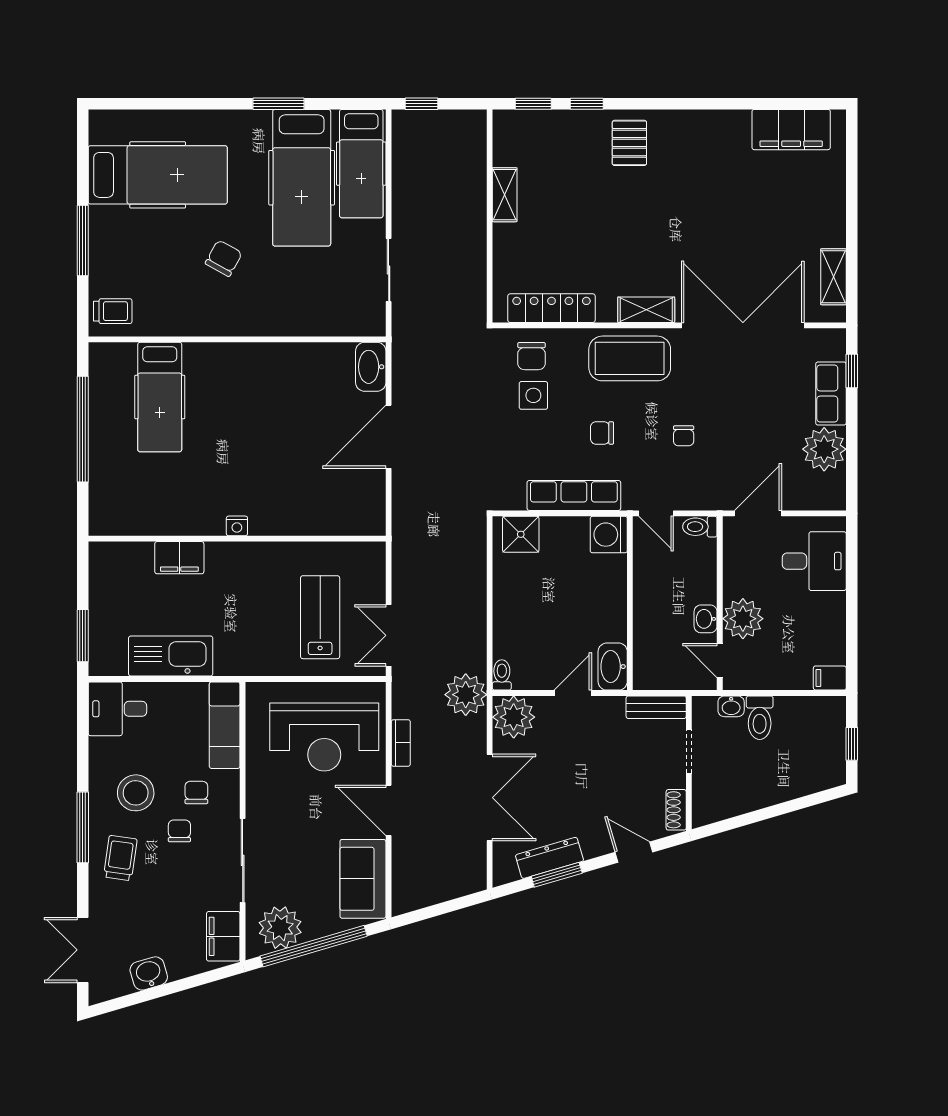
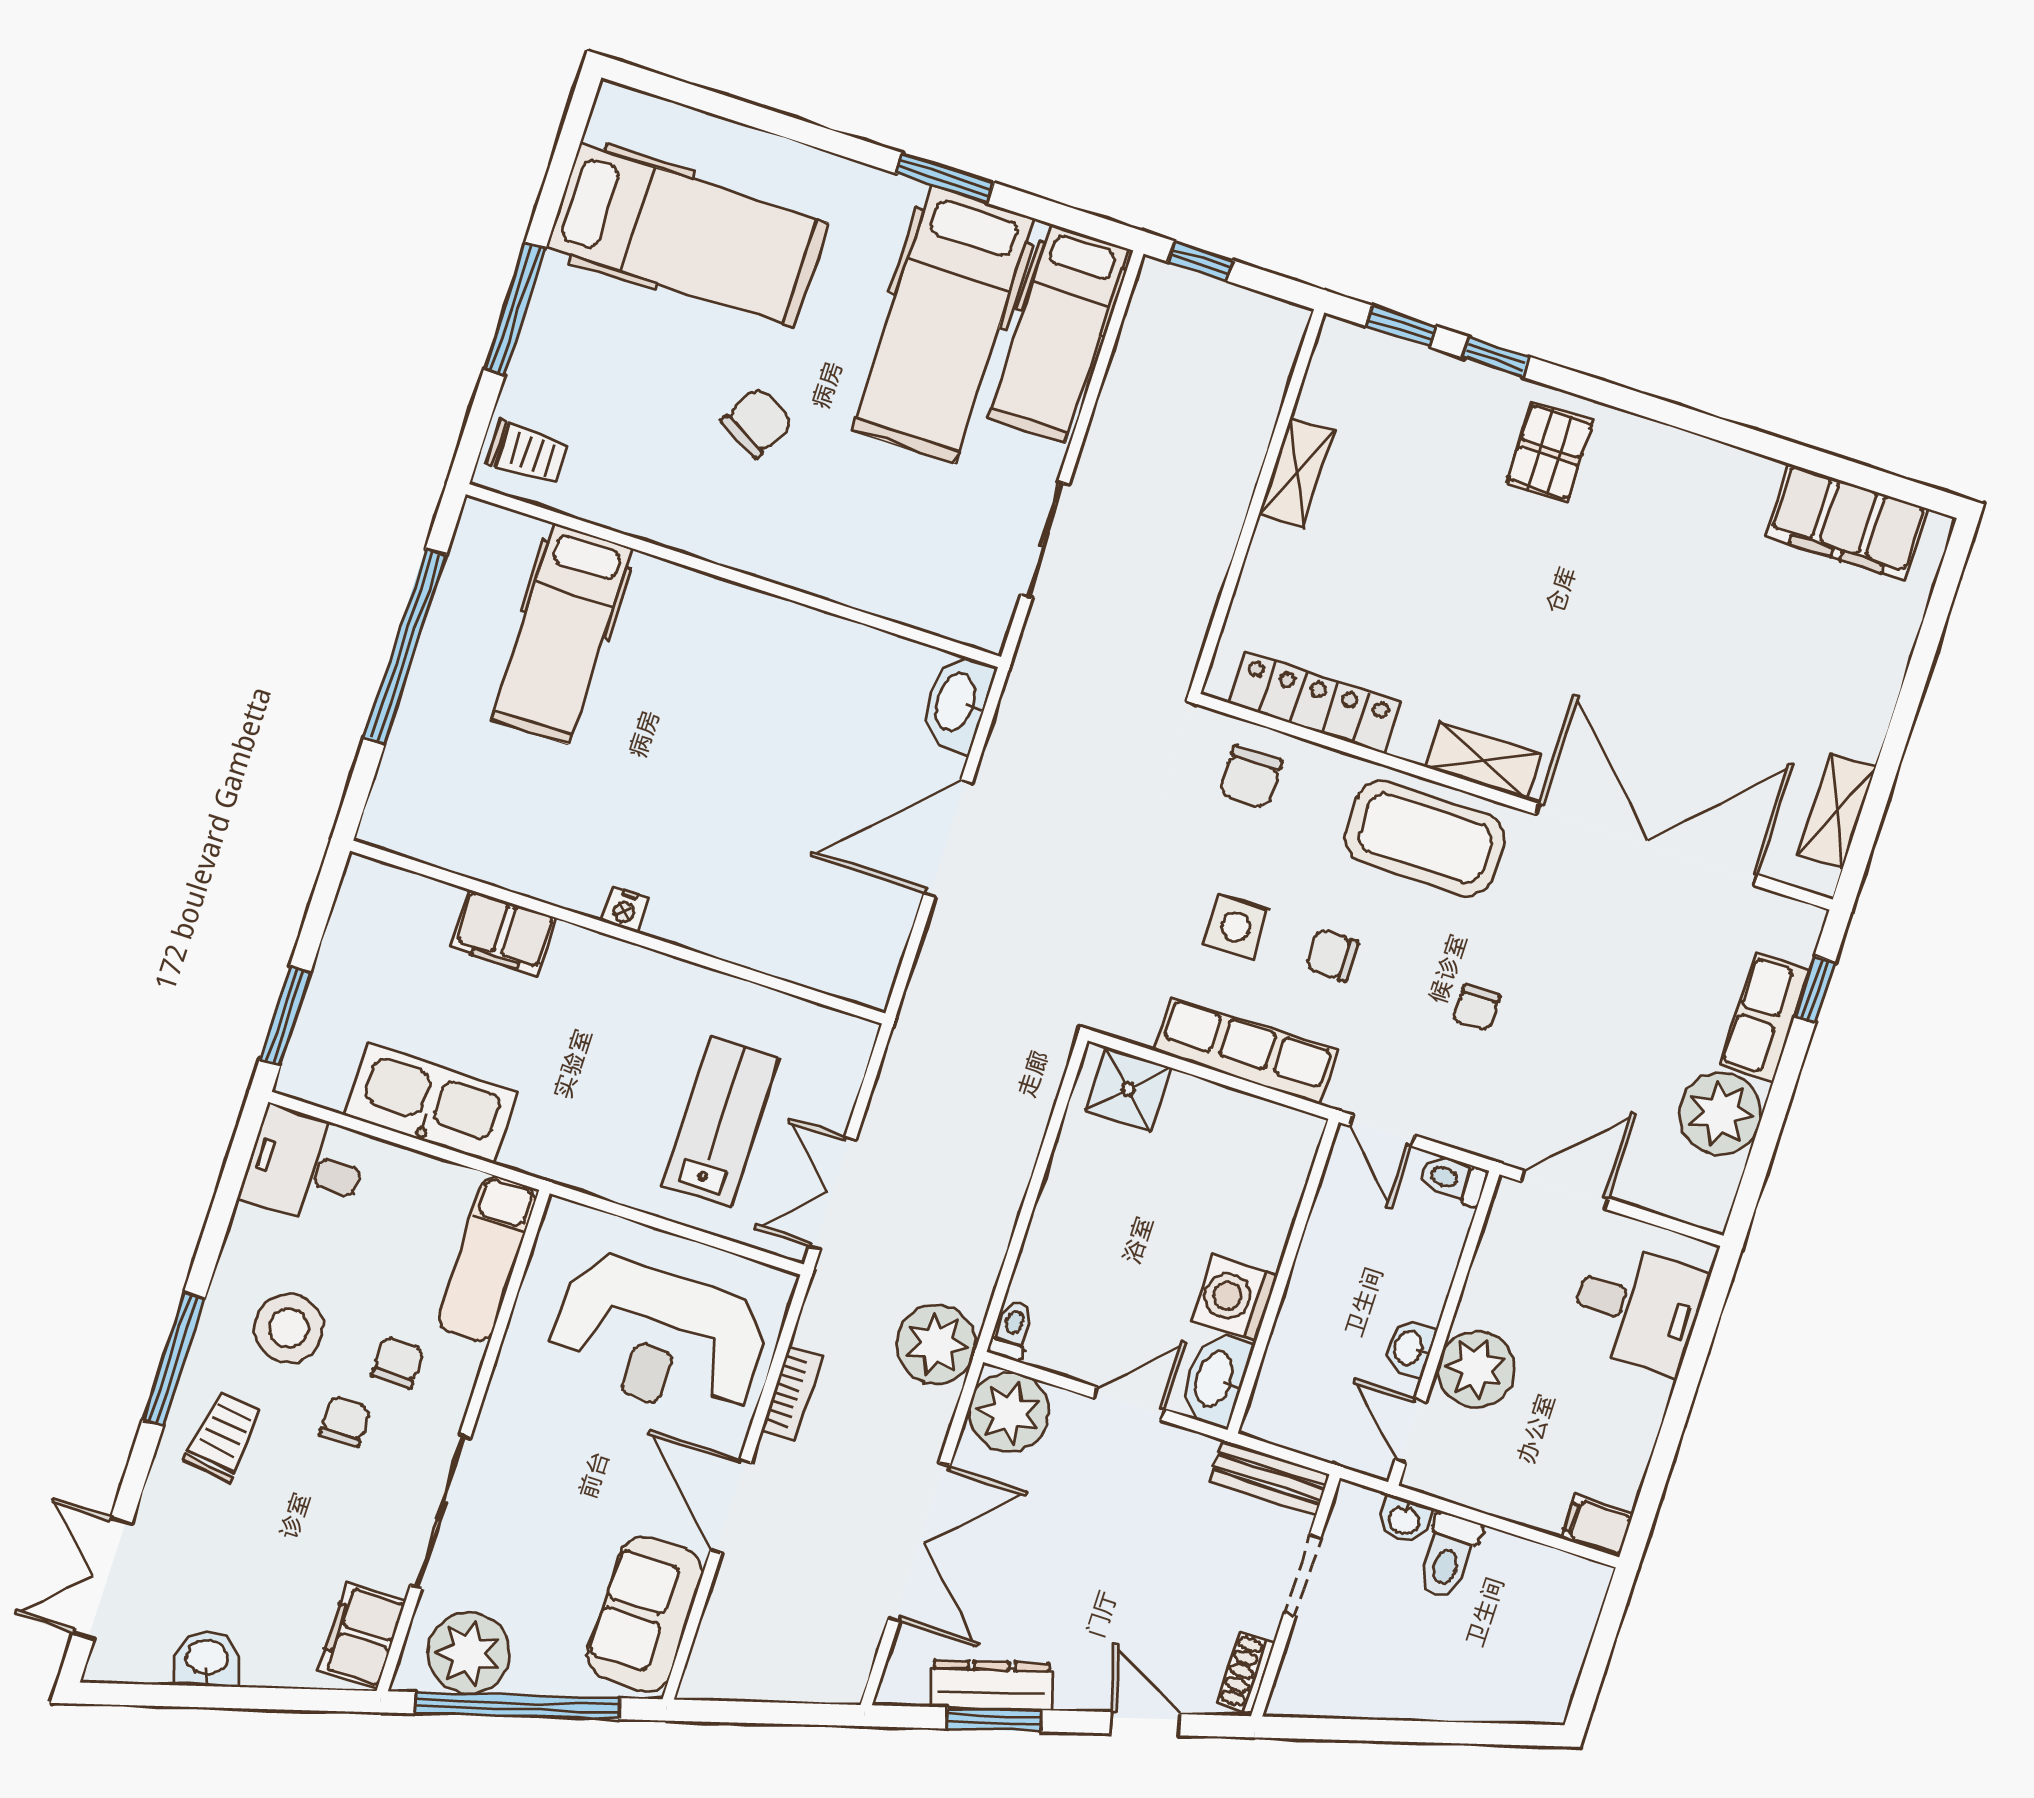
side table: (533, 395) -> (1236, 927), moved
washing machine: (609, 535) -> (1234, 1298), moved
window: (852, 744) -> (1598, 1657), removed

